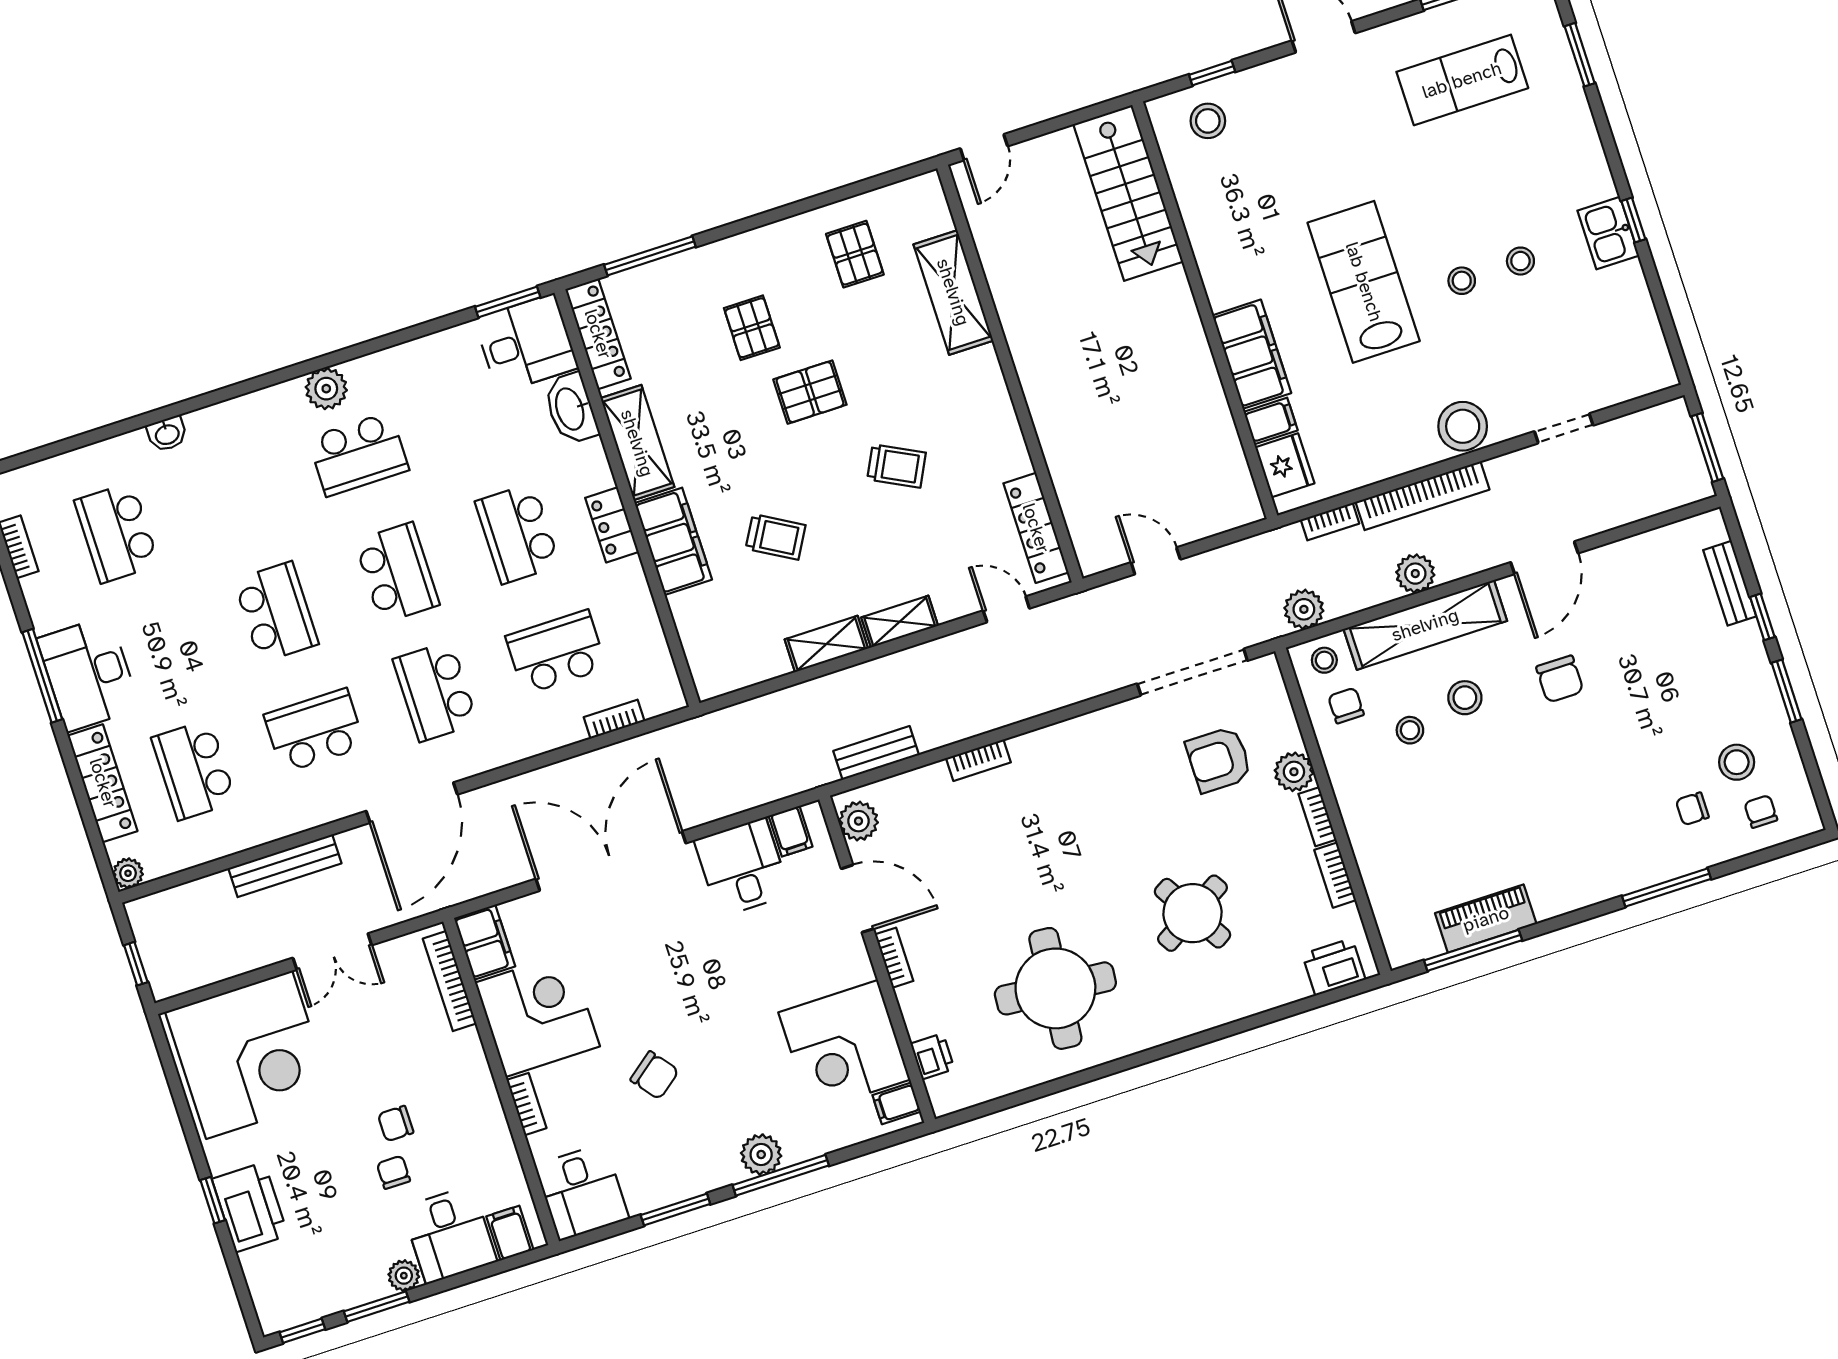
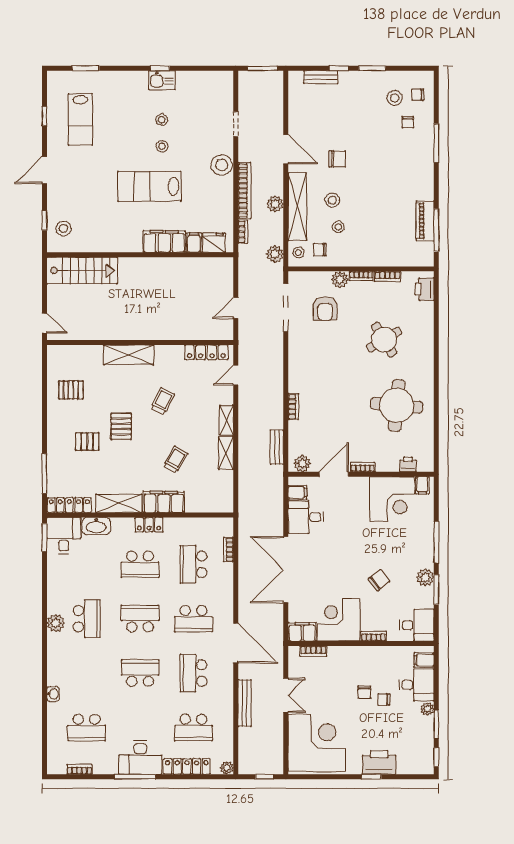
shelving: (953, 292) -> (129, 355), moved
bookcase: (450, 981) -> (313, 651), width x0.64
plant: (761, 1154) -> (425, 577), moved

